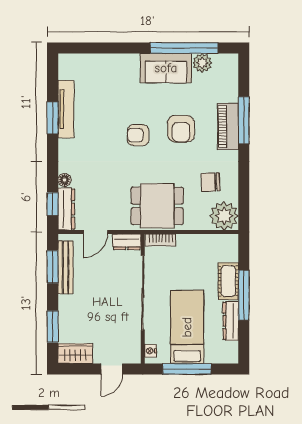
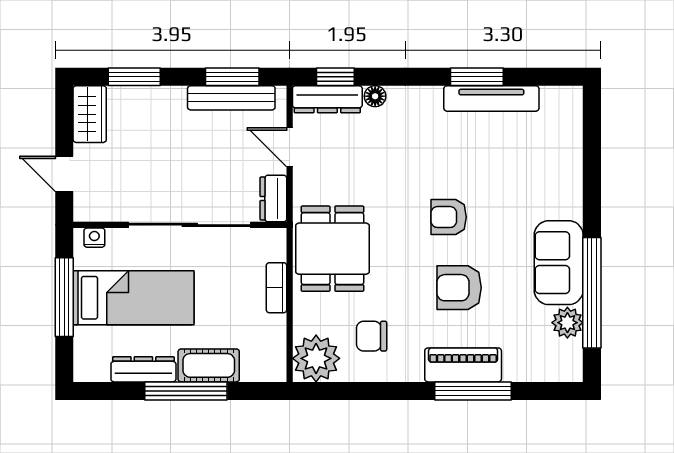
armchair: (138, 135) -> (449, 217), turned -90
chair: (210, 182) -> (372, 336), turned -88
bookcase: (161, 240) -> (277, 288), moved

